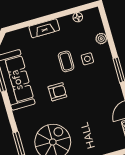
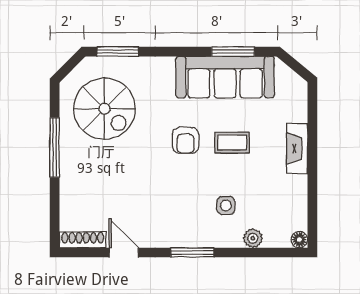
floor lamp: (78, 17) -> (299, 240), moved
coffee table: (66, 61) -> (232, 143), moved

